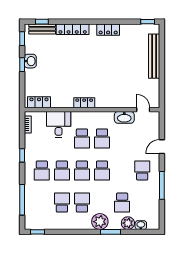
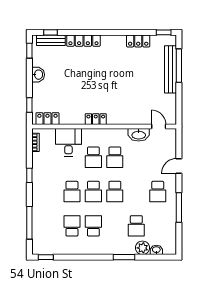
locker: (108, 30) -> (138, 41), moved
window: (162, 53) -> (179, 66), added
window: (22, 65) -> (29, 105), moved
school desk: (42, 170) -> (50, 192), removed
school desk: (142, 170) -> (158, 192), turned 180
plant: (100, 222) -> (113, 246), removed

